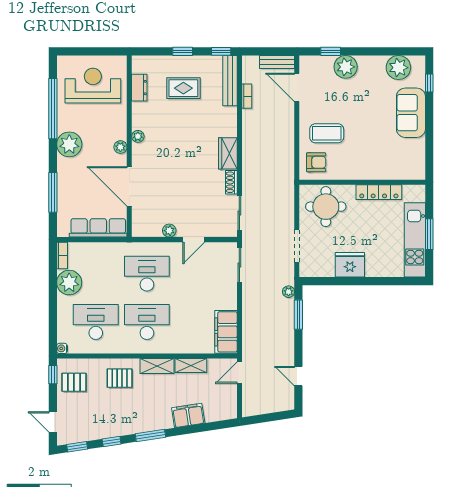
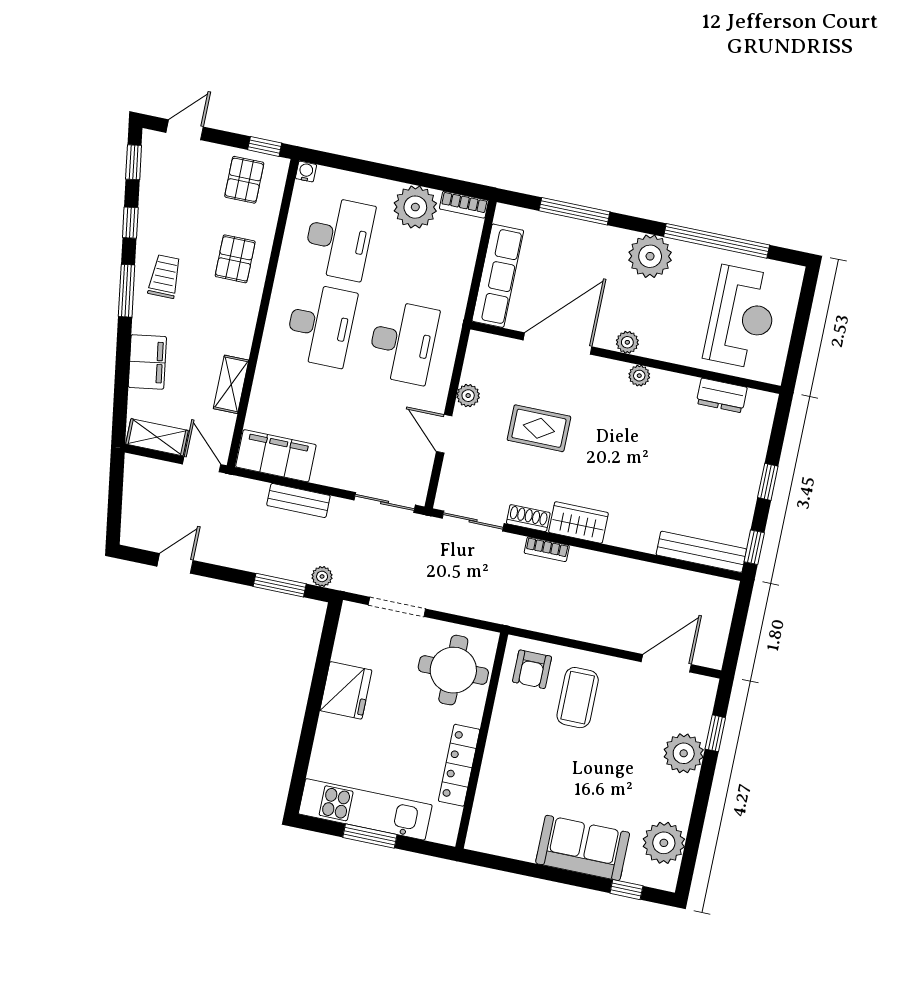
bench: (277, 62) -> (298, 500), moved, turned 90
rug: (183, 88) -> (539, 428), moved, turned 90
bookcase: (247, 96) -> (547, 549), moved
shelving: (157, 366) -> (157, 437), moved, turned 90
trolley: (138, 416) -> (165, 276), added

